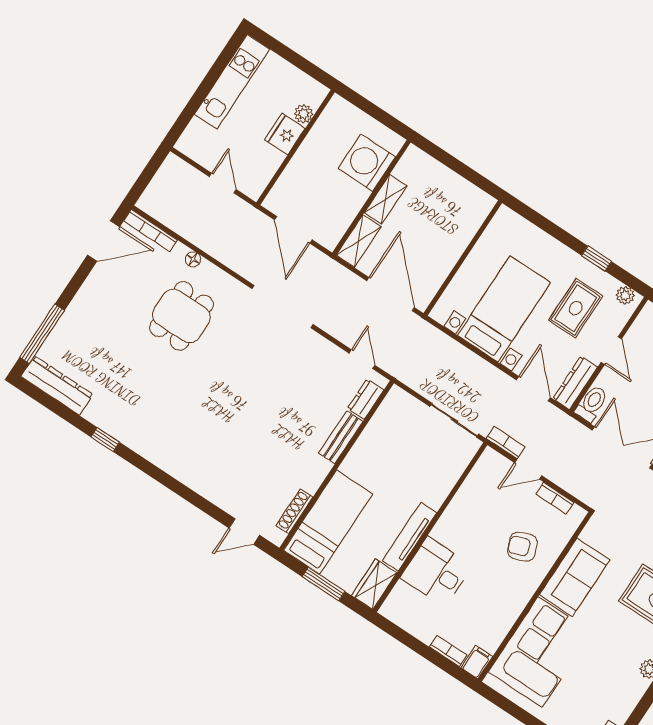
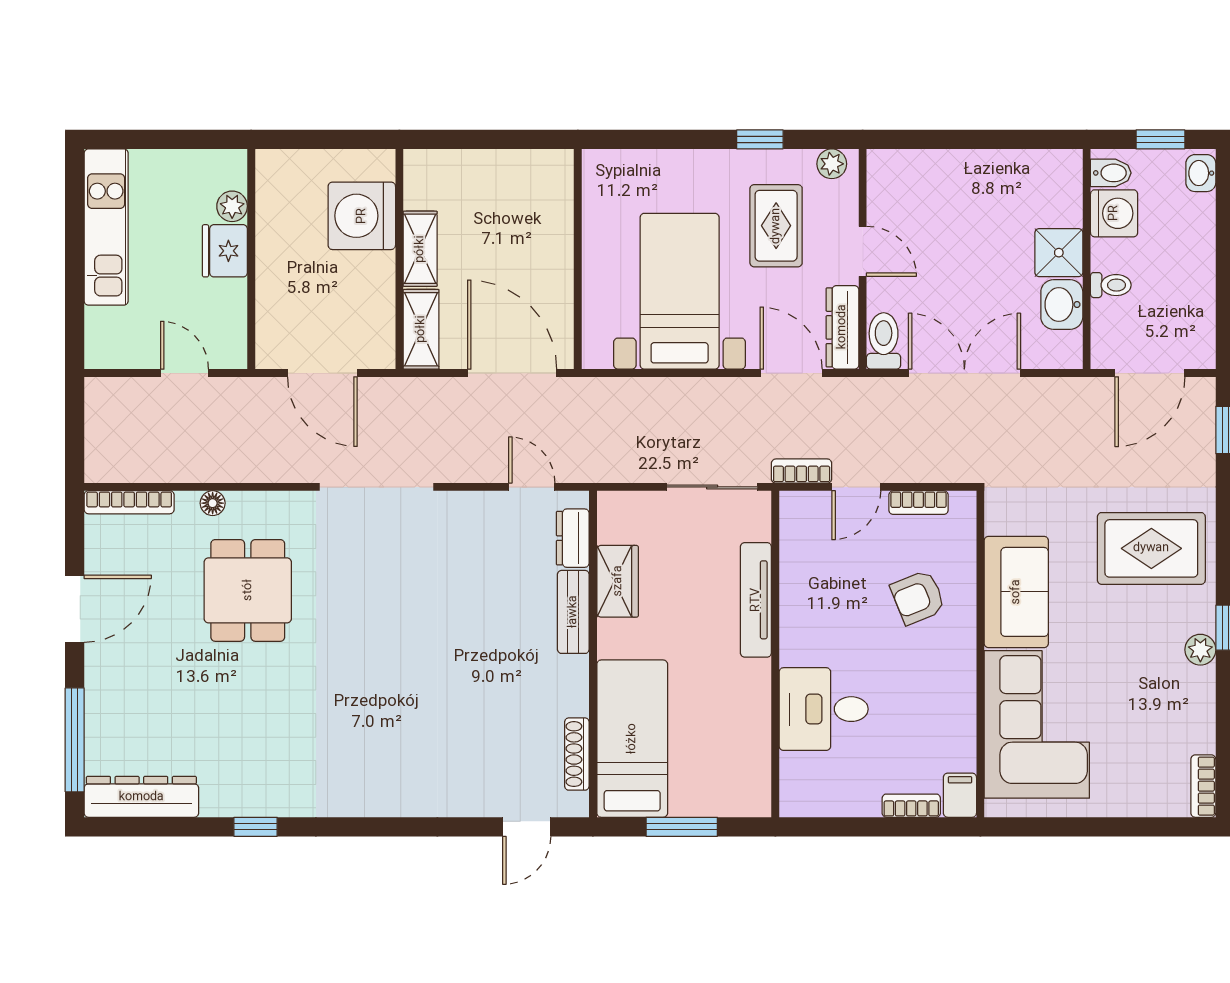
door: (104, 241) -> (75, 609), moved
tv unit: (410, 537) -> (756, 600), moved
wardrobe: (374, 584) -> (618, 581), moved, turned 180

